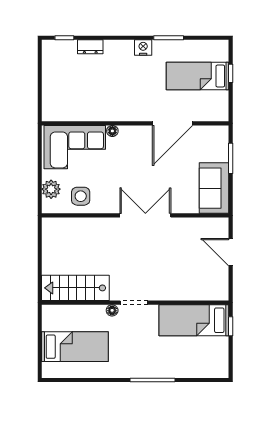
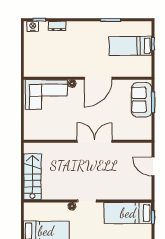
nightstand: (143, 48) -> (33, 26), moved
door: (172, 123) -> (98, 78), moved
sofa: (214, 188) -> (142, 100), moved
plant: (51, 189) -> (30, 123), removed
side table: (81, 196) -> (50, 128), removed
stairs: (75, 288) -> (32, 177), moved, turned 90

